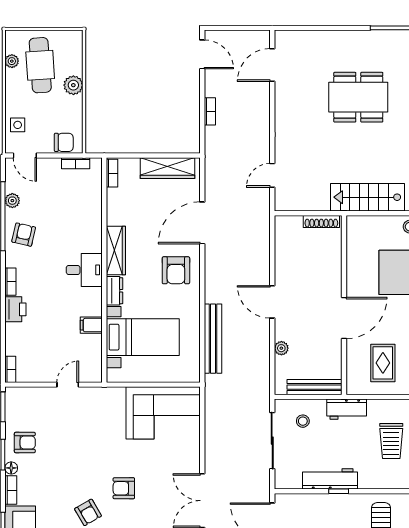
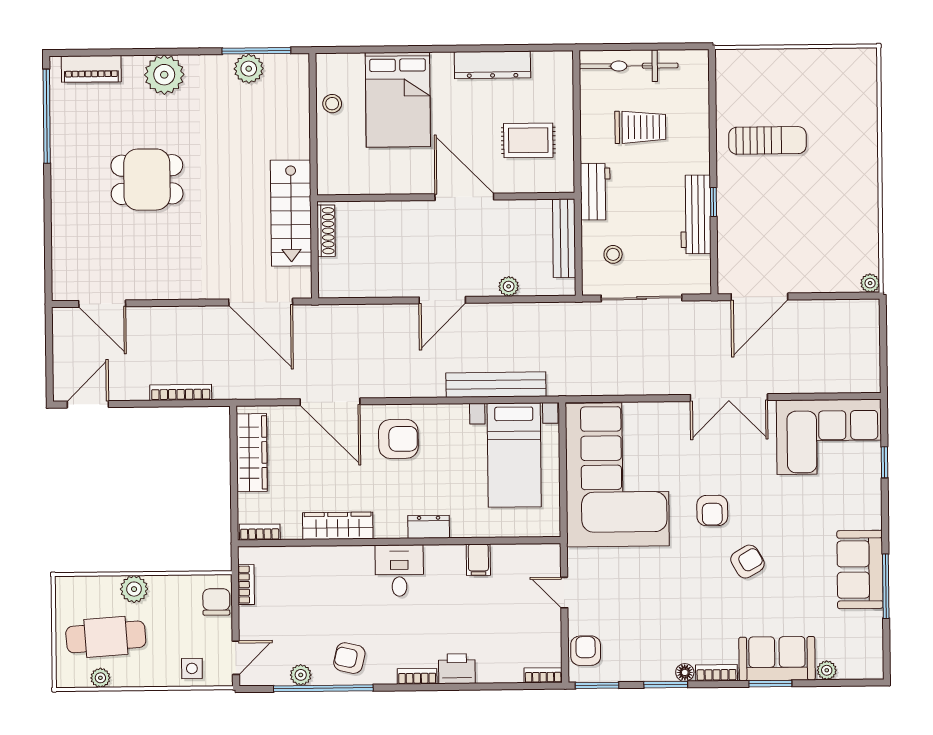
dining table: (358, 97) -> (147, 180), width x0.73
bookcase: (210, 111) -> (181, 392), width x1.56
door: (272, 175) -> (261, 302), width x1.88
stairs: (368, 197) -> (291, 213), moved
wardrobe: (116, 251) -> (338, 526), moved
bed with nightstands: (143, 337) -> (514, 455), moved, turned 180
corner sofa: (163, 413) -> (617, 475), width x1.36, depth x1.36
armchair: (25, 443) -> (586, 651), moved

